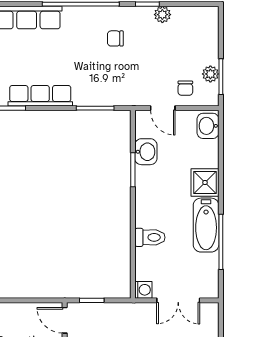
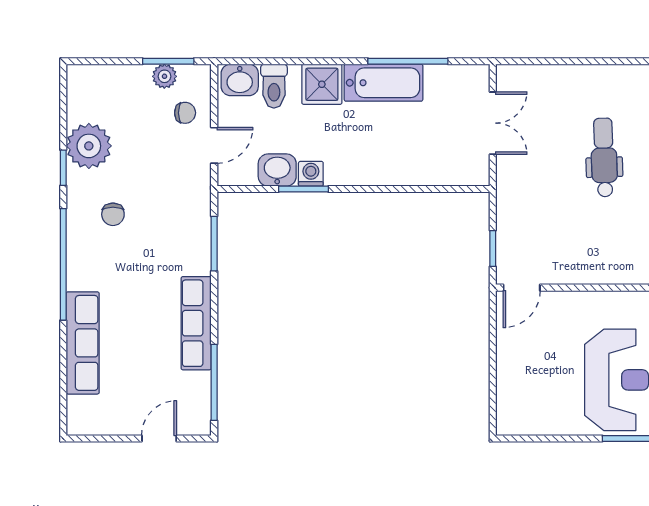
plant: (162, 15) -> (89, 146), width x1.87, depth x1.87
toilet: (150, 237) -> (274, 86), moved, turned 180
washing machine: (143, 290) -> (311, 174), moved

